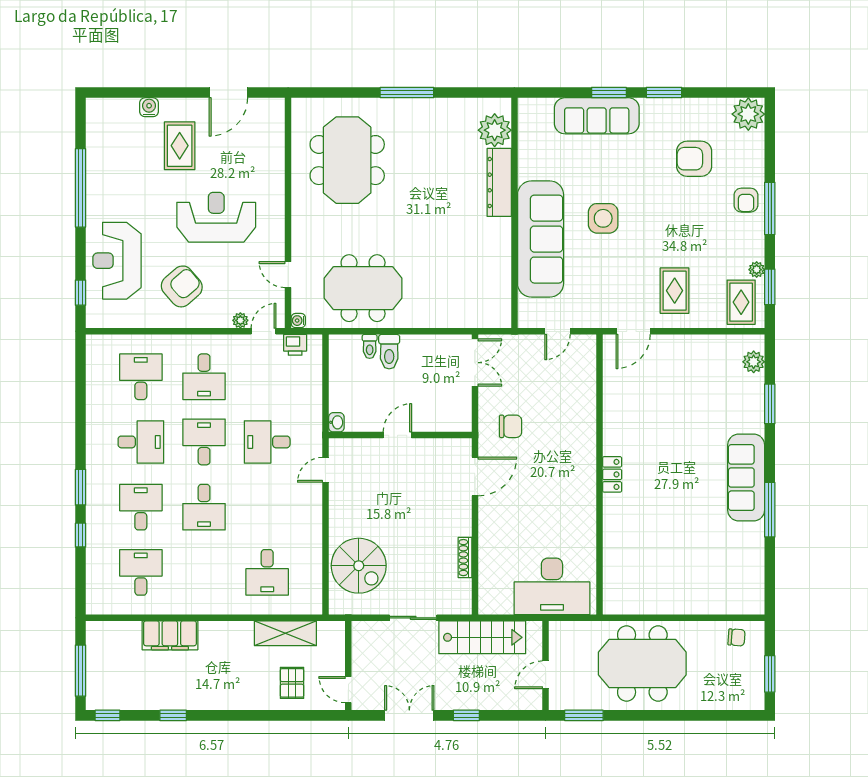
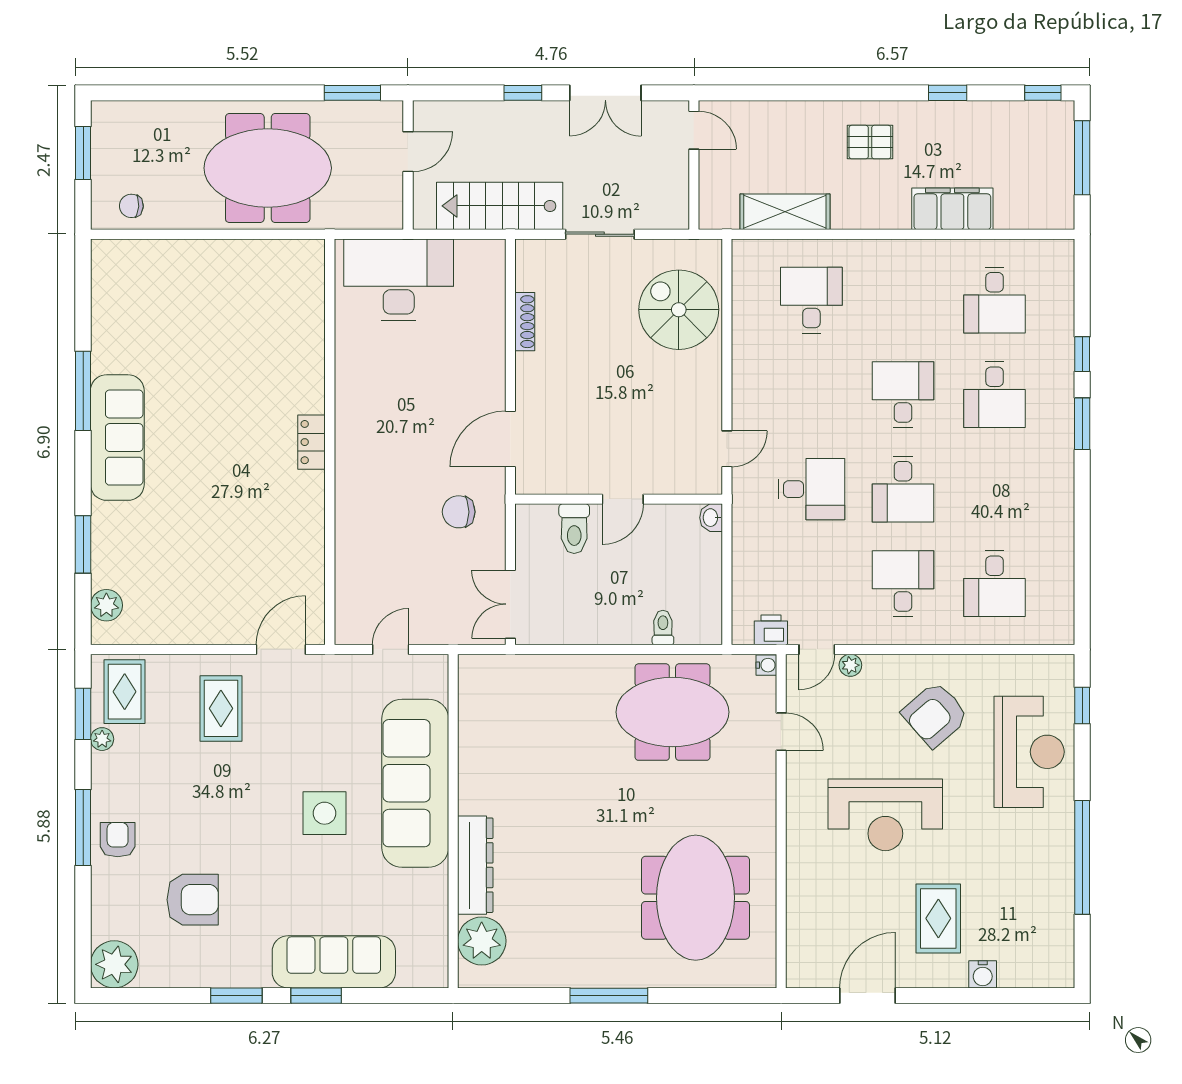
toilet: (389, 352) -> (574, 529), moved, turned 180
desk: (141, 442) -> (995, 489), removed
pallet: (292, 683) -> (870, 142), moved, turned 90

